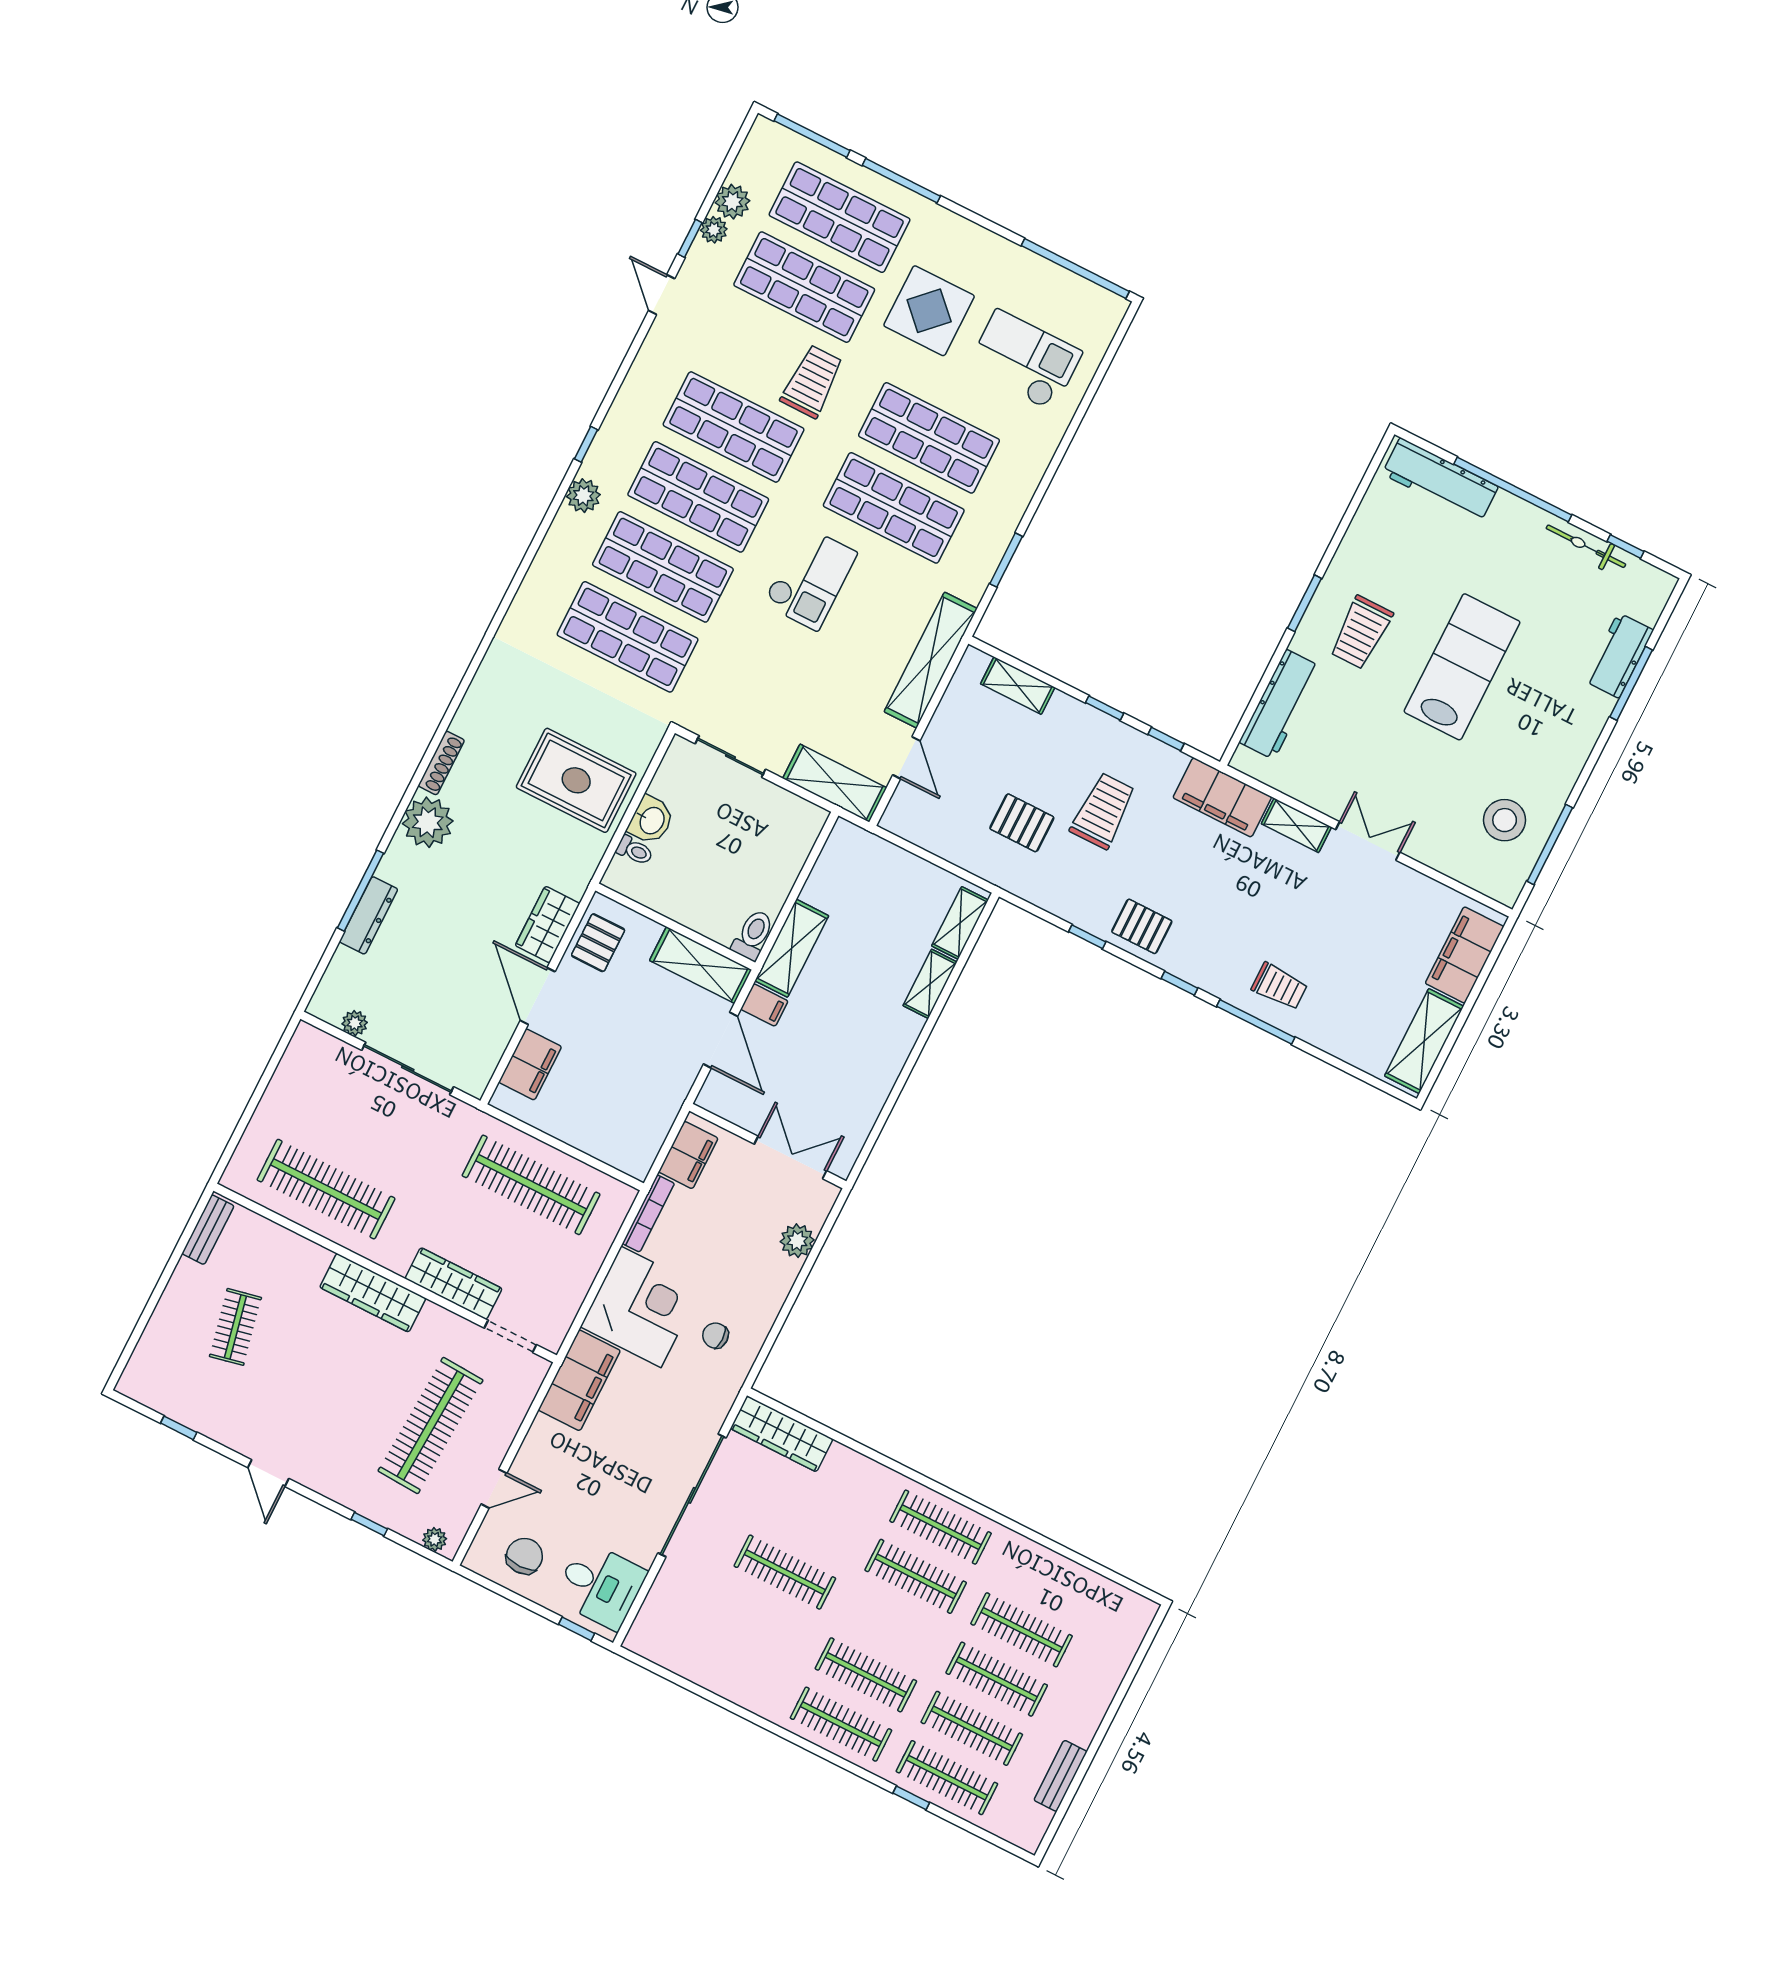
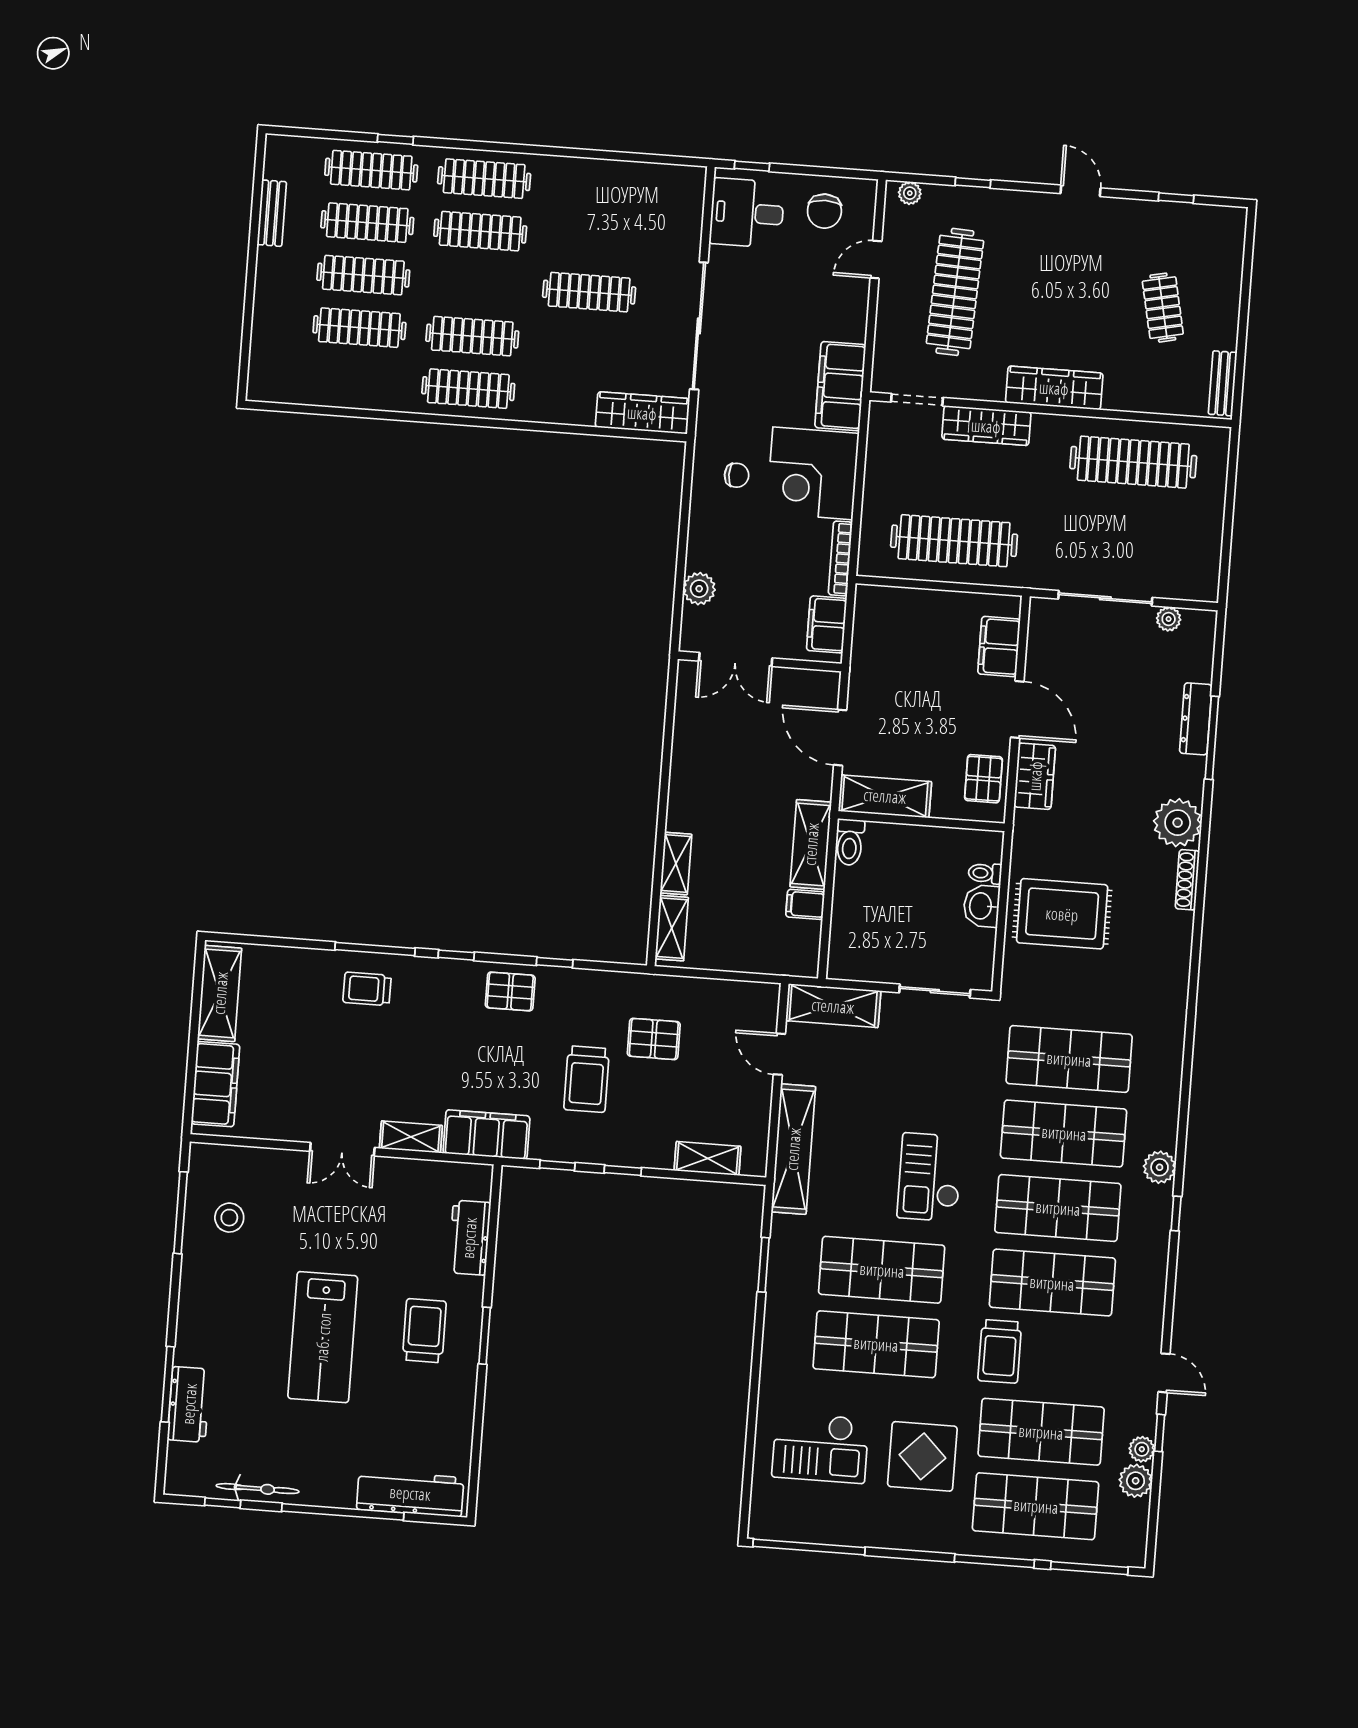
workbench: (1280, 704) -> (469, 1238), width x0.73
stool: (1505, 820) -> (229, 1218), width x0.73, depth x0.73
filing cabinet: (764, 1005) -> (805, 904), moved

